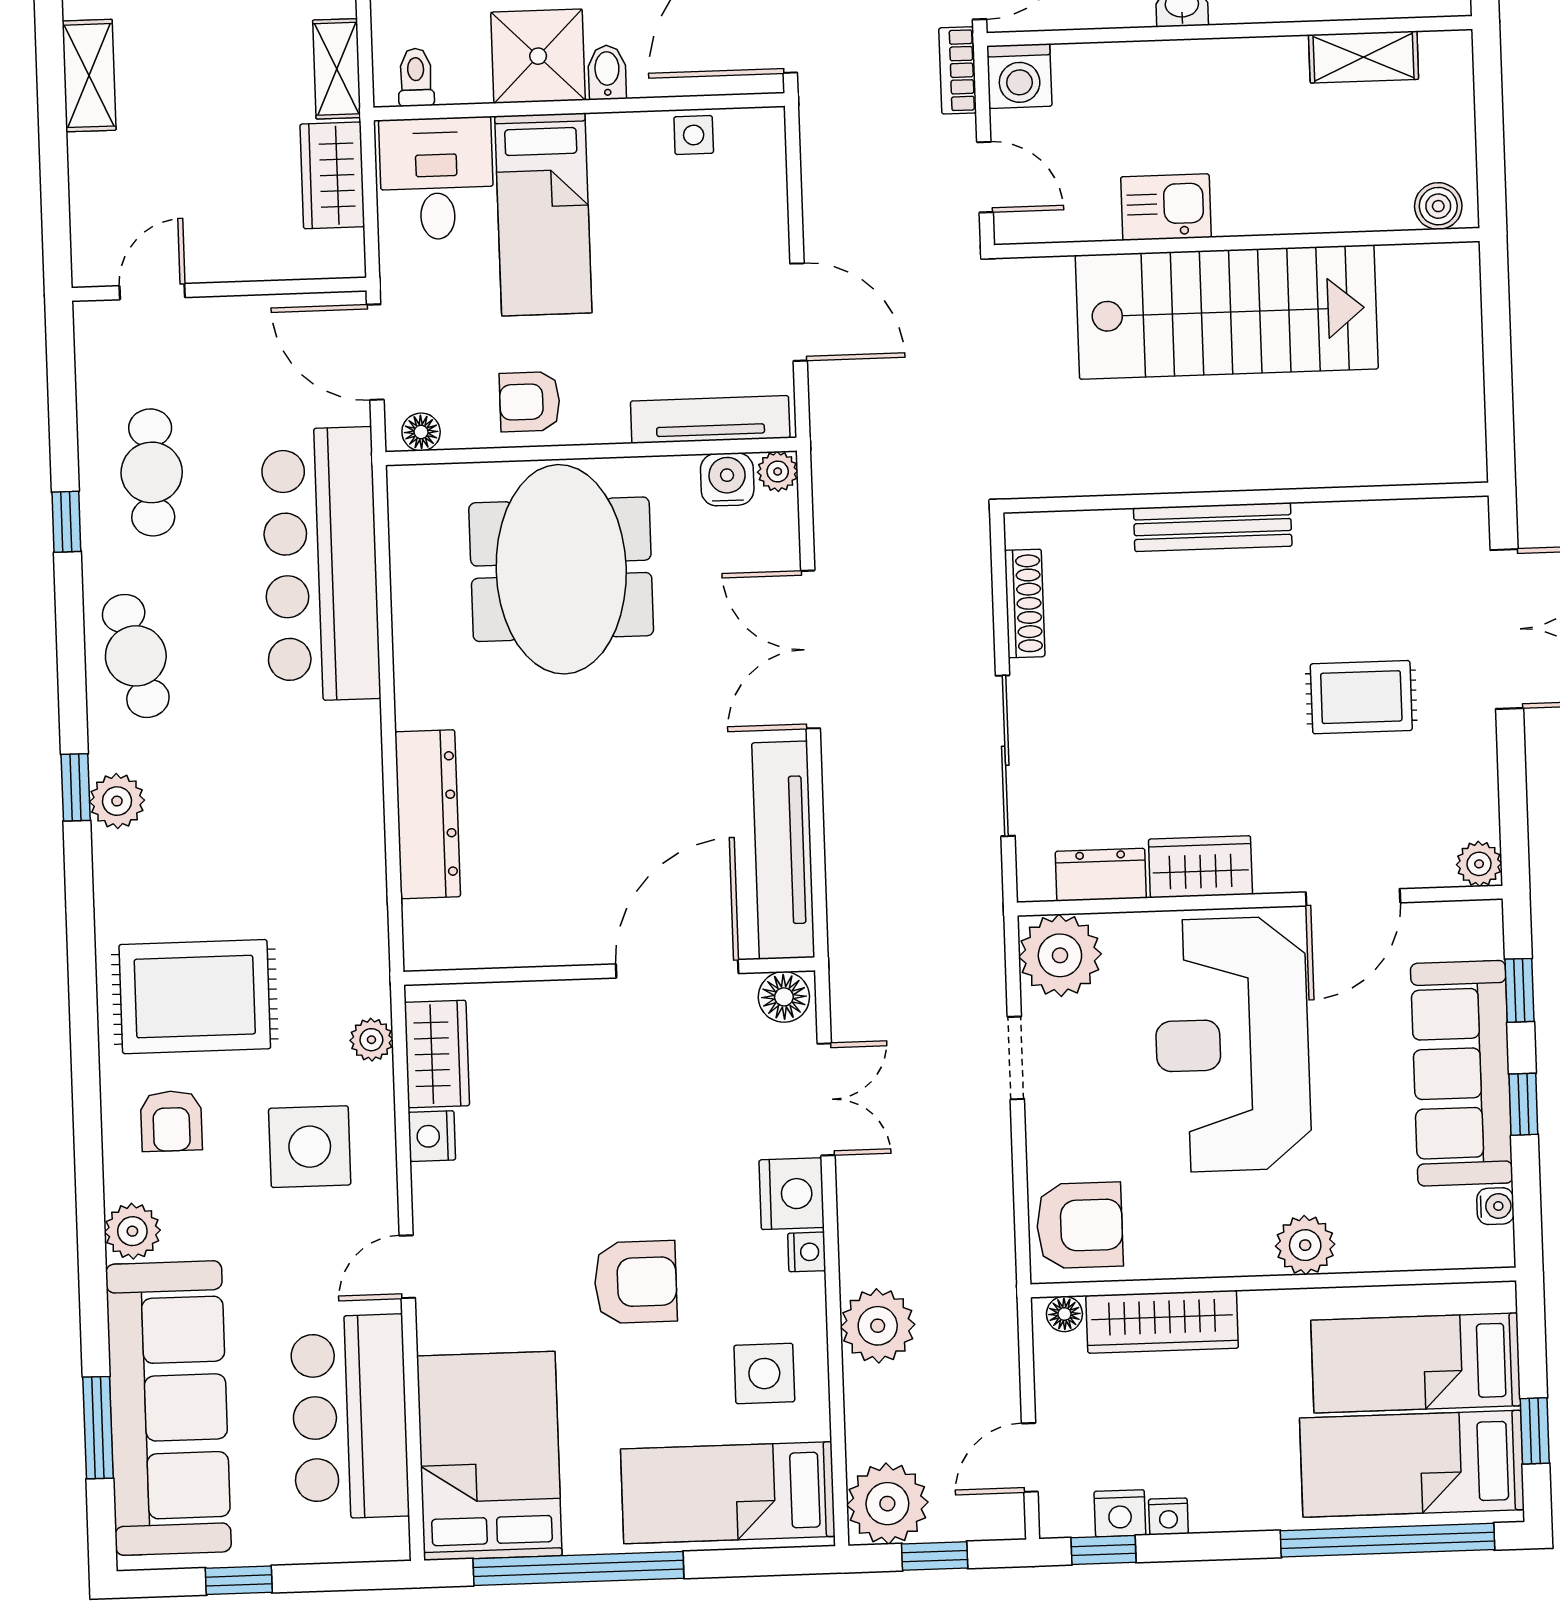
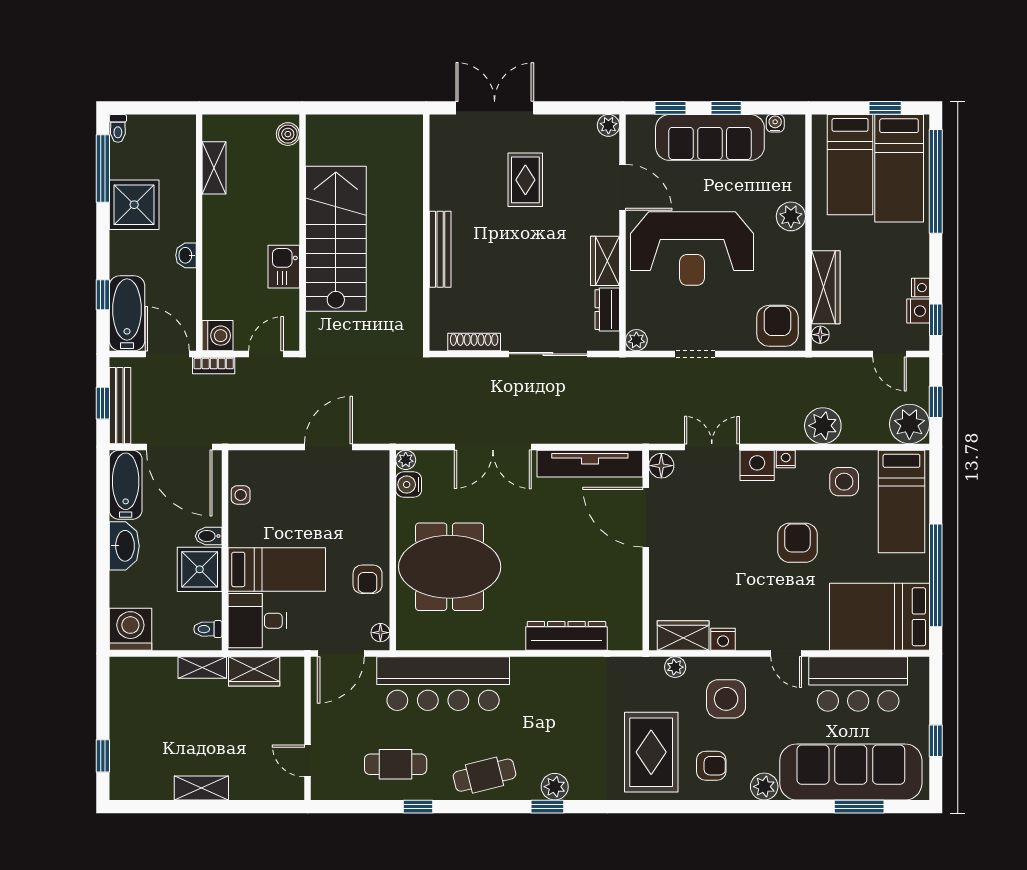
tv unit: (710, 420) -> (379, 492), removed
plant: (1060, 955) -> (636, 340), width x0.53, depth x0.53

